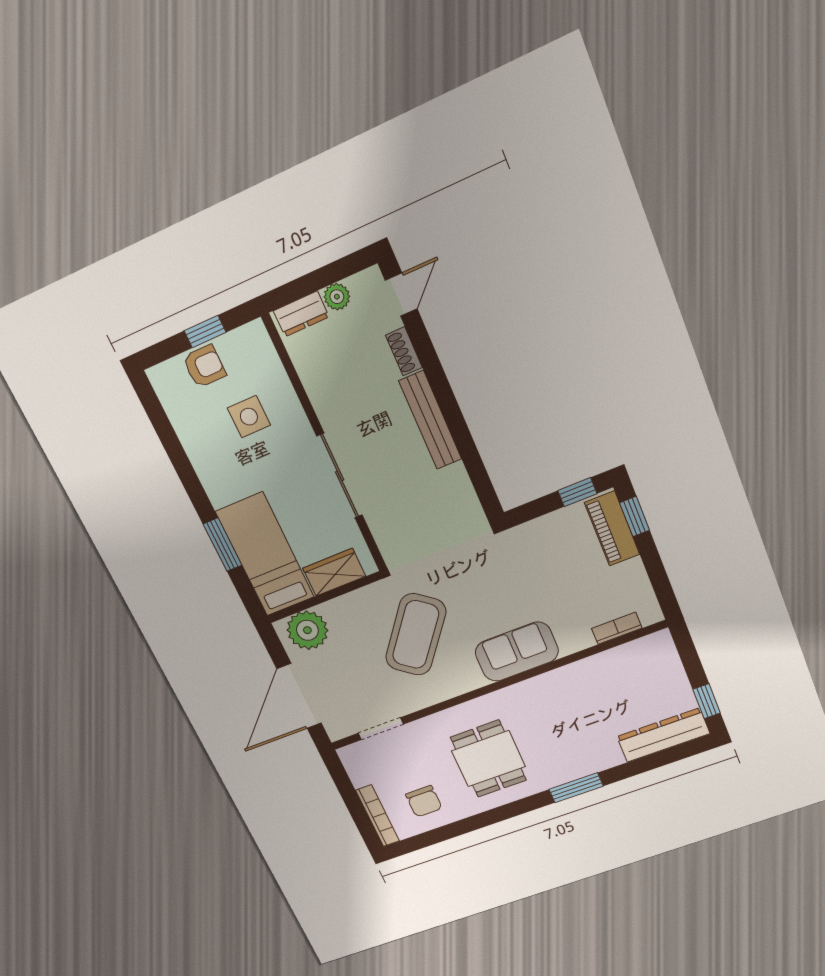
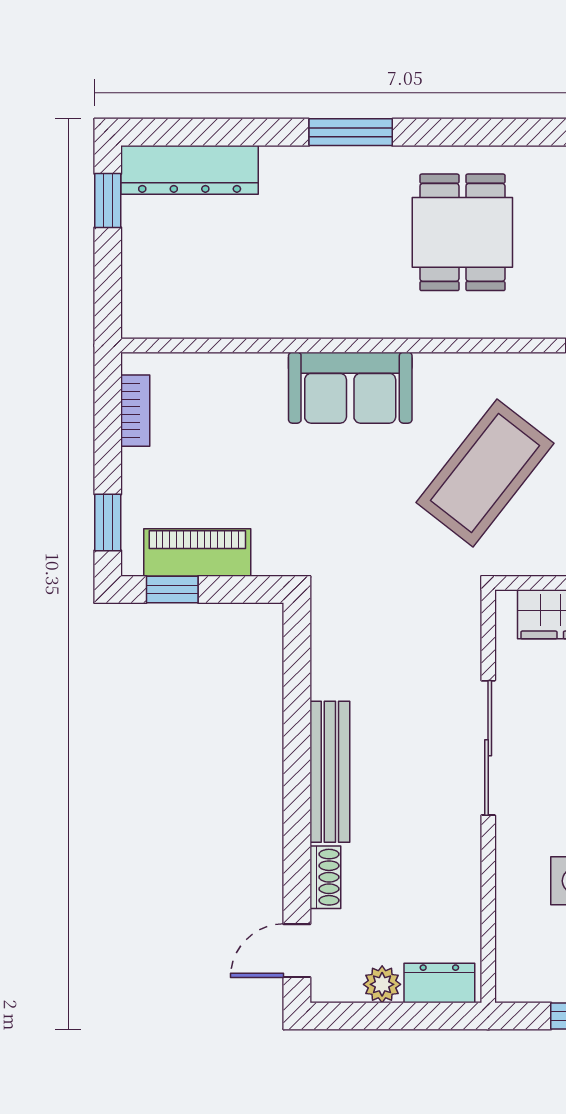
piano: (612, 529) -> (197, 552), moved, turned -90
bookcase: (617, 628) -> (135, 411), moved, turned -90

